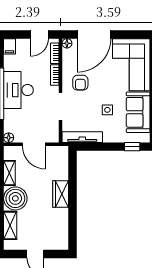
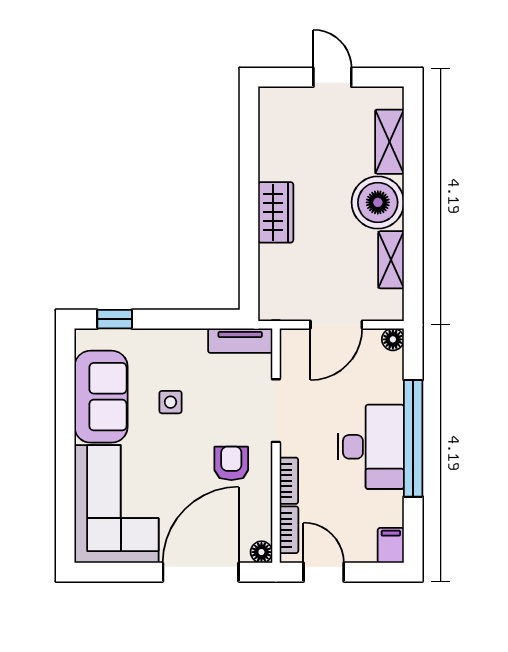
door: (39, 34) -> (324, 572), hinge flipped
tv unit: (82, 137) -> (240, 341), width x0.71
door: (34, 144) -> (336, 325), swing flipped

